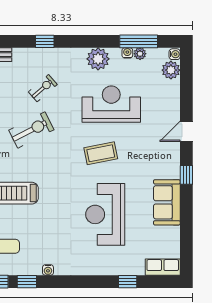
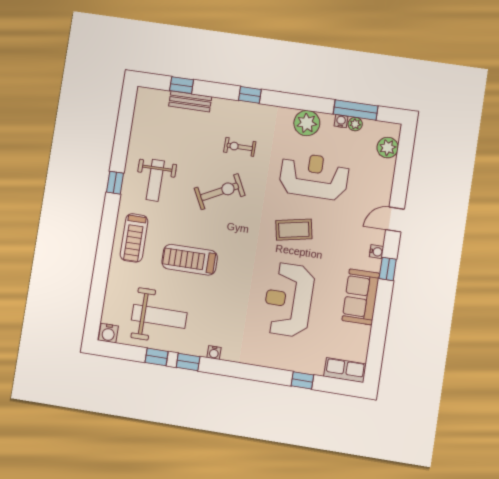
water cooler: (175, 54) -> (377, 252), moved
exercise bike: (43, 88) -> (240, 147), turned -139

